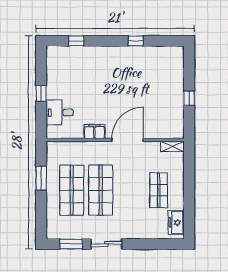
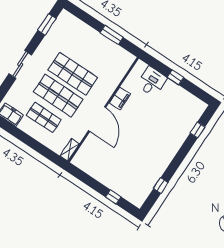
window: (136, 41) -> (161, 186), moved
window: (189, 98) -> (113, 197), moved
shop shelf: (72, 190) -> (58, 96), moved
sliding door: (106, 244) -> (20, 64), moved

